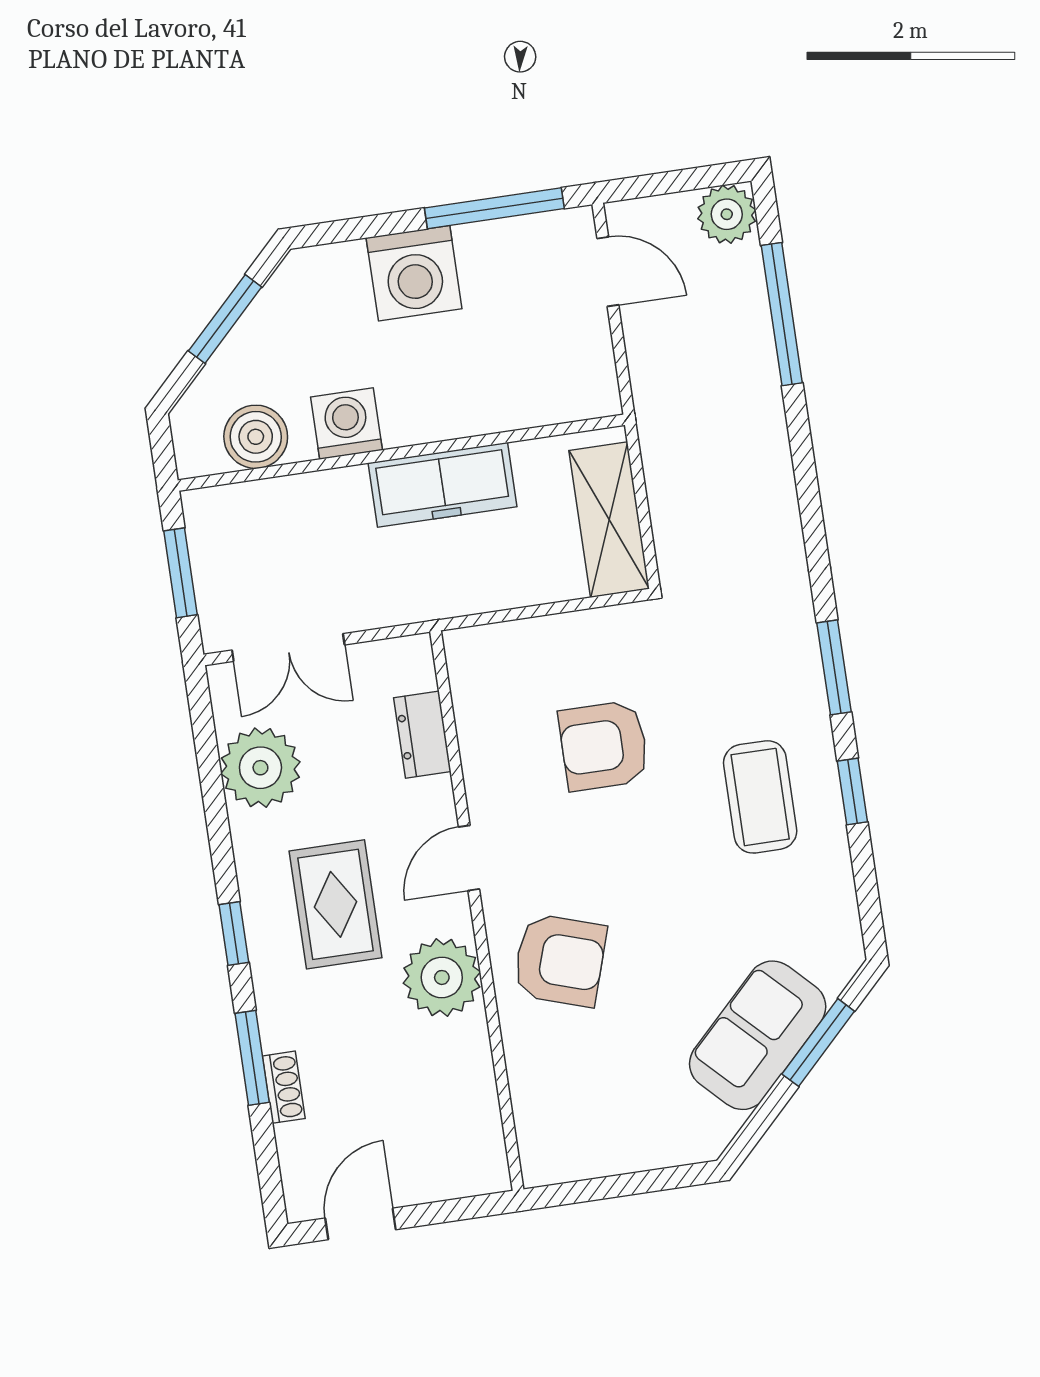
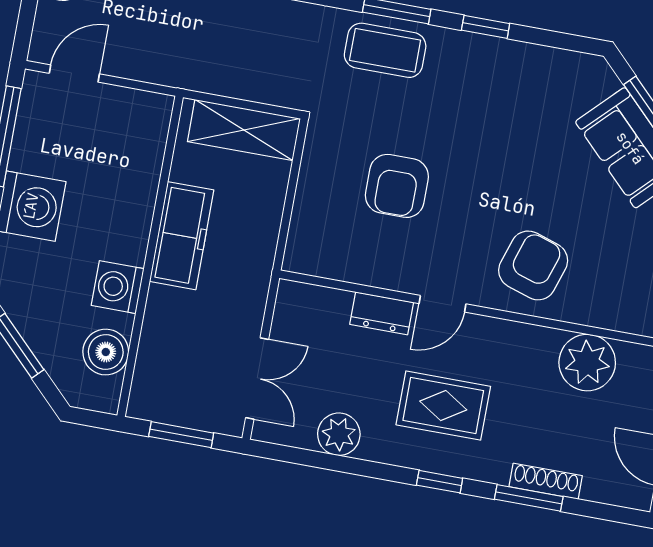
dresser: (422, 735) -> (382, 313), moved
plant: (260, 768) -> (339, 434), width x0.73, depth x0.73
coffee table: (760, 797) -> (385, 50), moved
door: (469, 858) -> (442, 304), hinge flipped
plant: (442, 977) -> (587, 363), moved
shoe rack: (284, 1087) -> (546, 481), width x1.43

